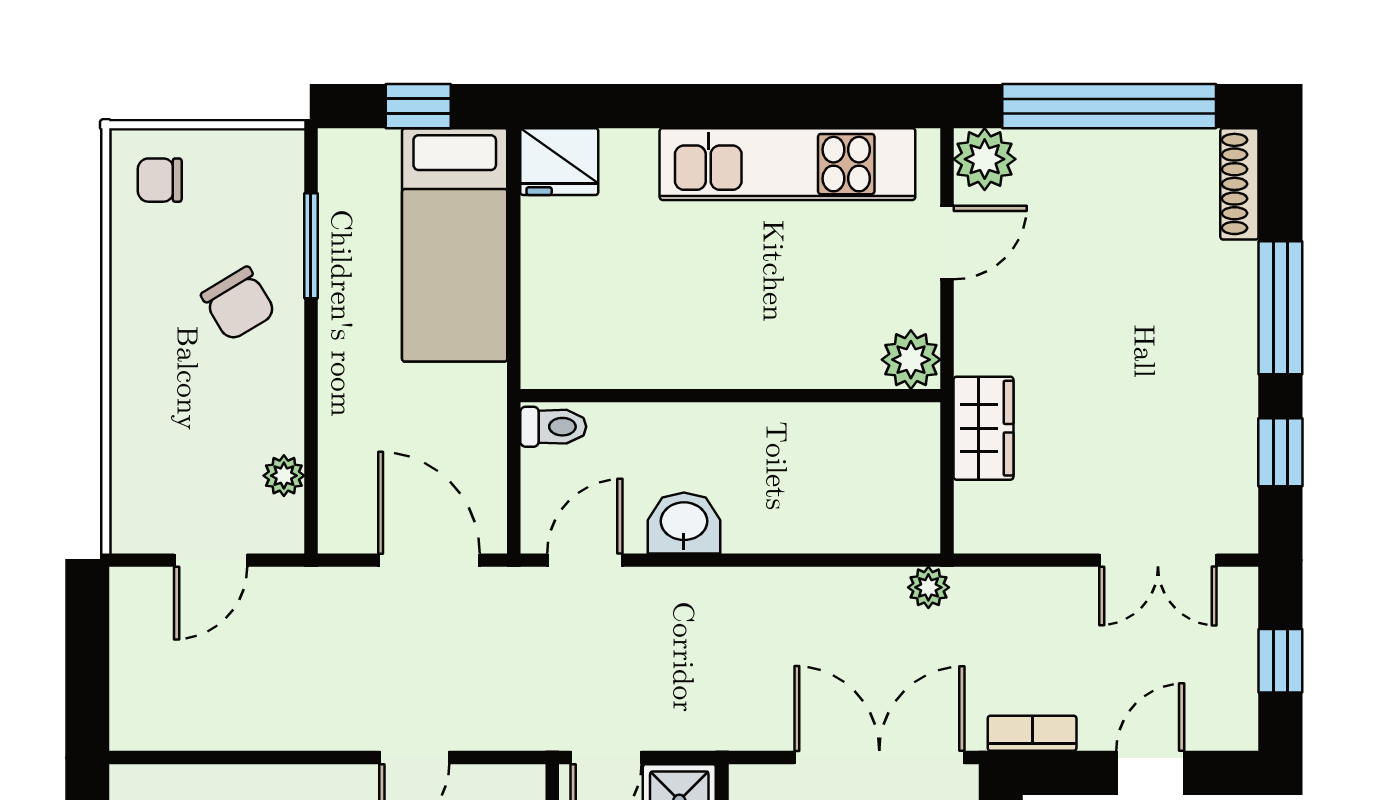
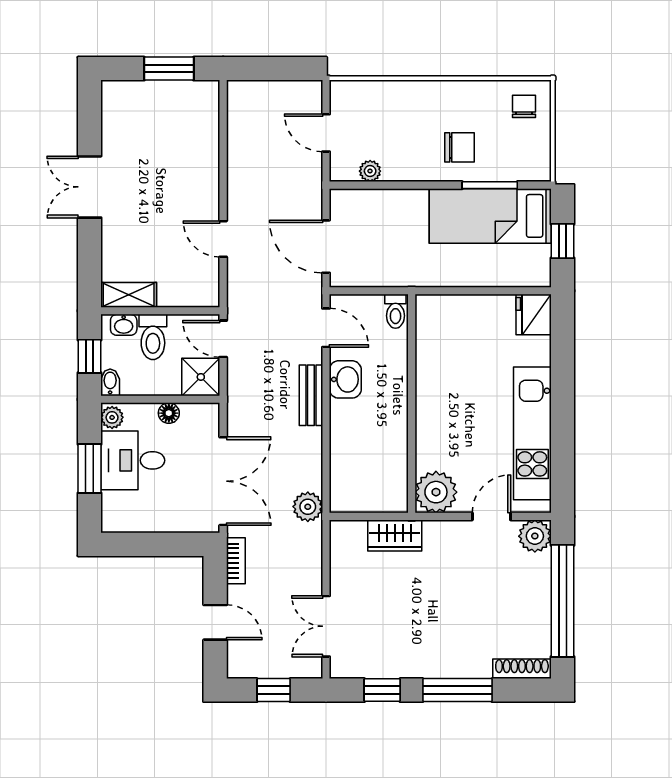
door: (947, 243) -> (491, 516), swing flipped
bed: (455, 245) -> (490, 216), moved
chair: (238, 304) -> (460, 147), turned -149
plant: (911, 360) -> (436, 492), width x1.36, depth x1.36
door: (429, 560) -> (326, 247), swing flipped
plant: (928, 587) -> (308, 507), width x1.38, depth x1.38
bench: (714, 589) -> (311, 395), added

